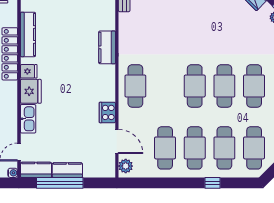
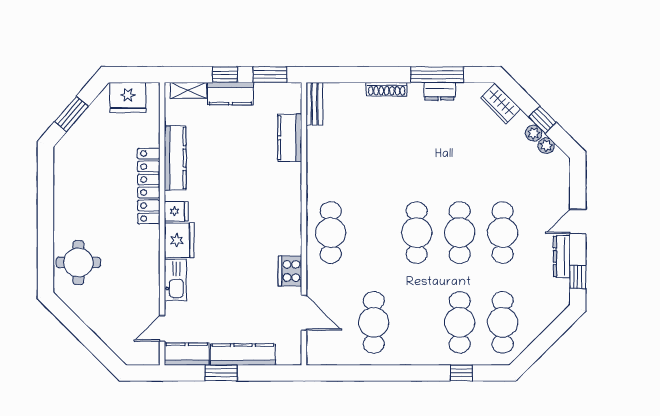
kitchen counter: (107, 47) -> (290, 138), moved
cafe table: (195, 148) -> (417, 322), removed
plant: (126, 166) -> (317, 349), removed
kitchen counter: (67, 170) -> (243, 354), width x1.50
water cooler: (13, 173) -> (153, 358), removed
window: (60, 183) -> (221, 373), width x0.47
window: (212, 183) -> (461, 373), moved

